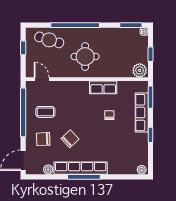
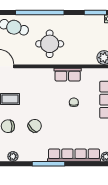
row of seats: (81, 168) -> (74, 155), moved

